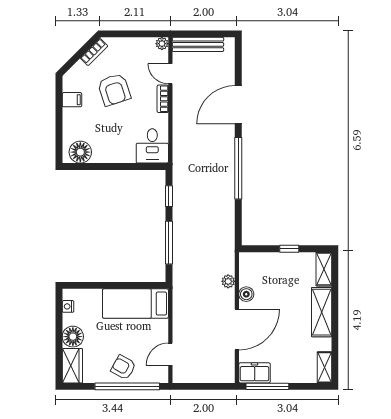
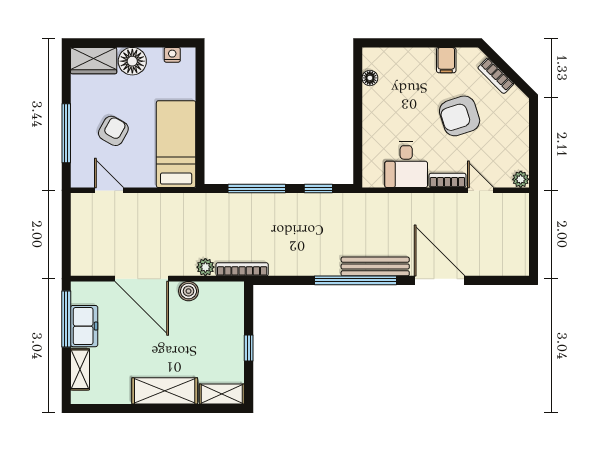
bench: (198, 44) -> (375, 266), moved, turned 90
bookcase: (94, 52) -> (496, 76), moved
door: (170, 74) -> (481, 190), hinge flipped
desk: (152, 146) -> (406, 165), moved, turned -90
floor lamp: (80, 152) -> (370, 78), width x0.53, depth x0.53
bookcase: (230, 254) -> (242, 269), added
armchair: (123, 367) -> (113, 131), moved
shelving: (324, 367) -> (80, 369), moved, turned 90
freezer: (255, 373) -> (84, 326), moved
window: (127, 386) -> (66, 133), width x0.68

